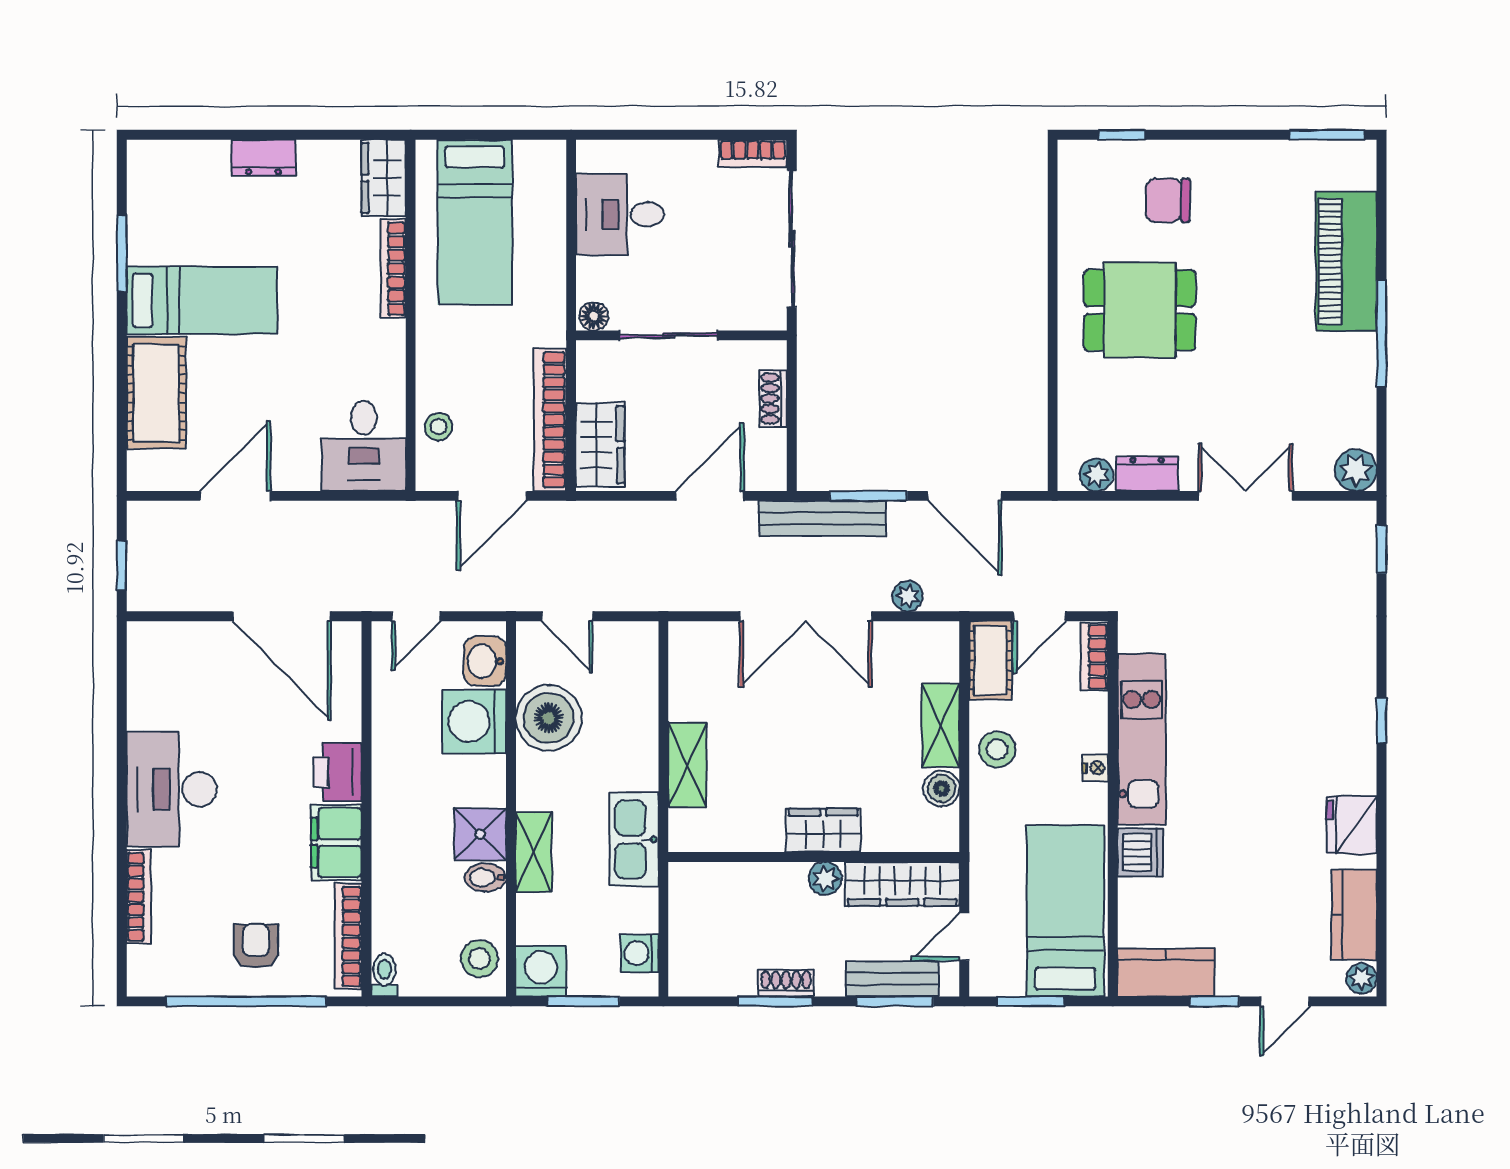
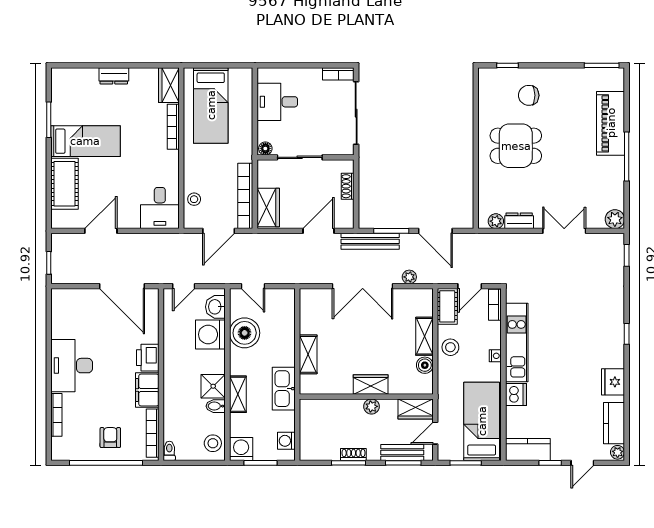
wardrobe: (902, 884) -> (416, 409), width x0.67

